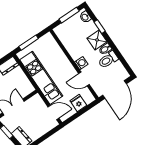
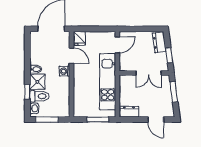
toilet: (108, 60) -> (39, 96), moved
fridge: (78, 103) -> (79, 38), moved
door: (53, 112) -> (117, 45), swing flipped

